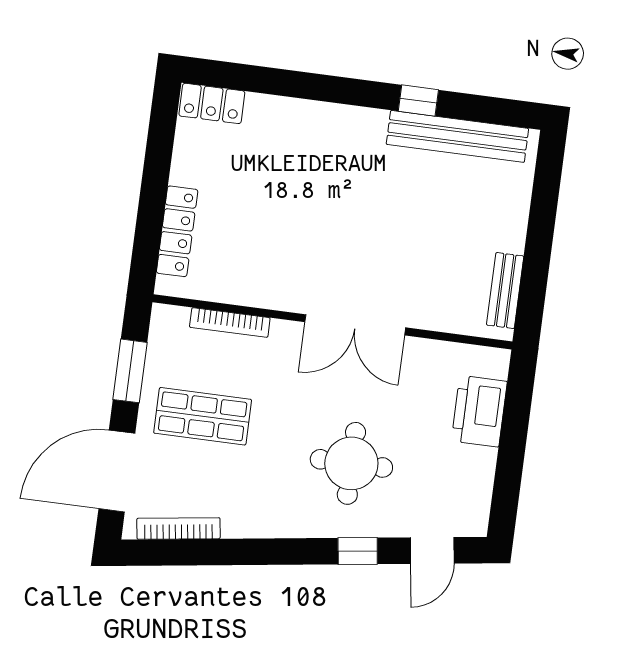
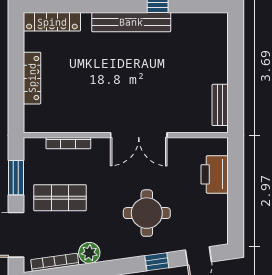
locker: (212, 103) -> (52, 22), width x1.53
bench: (457, 136) -> (131, 22), moved
locker: (177, 231) -> (32, 78), moved
plant: (241, 520) -> (89, 253), added

